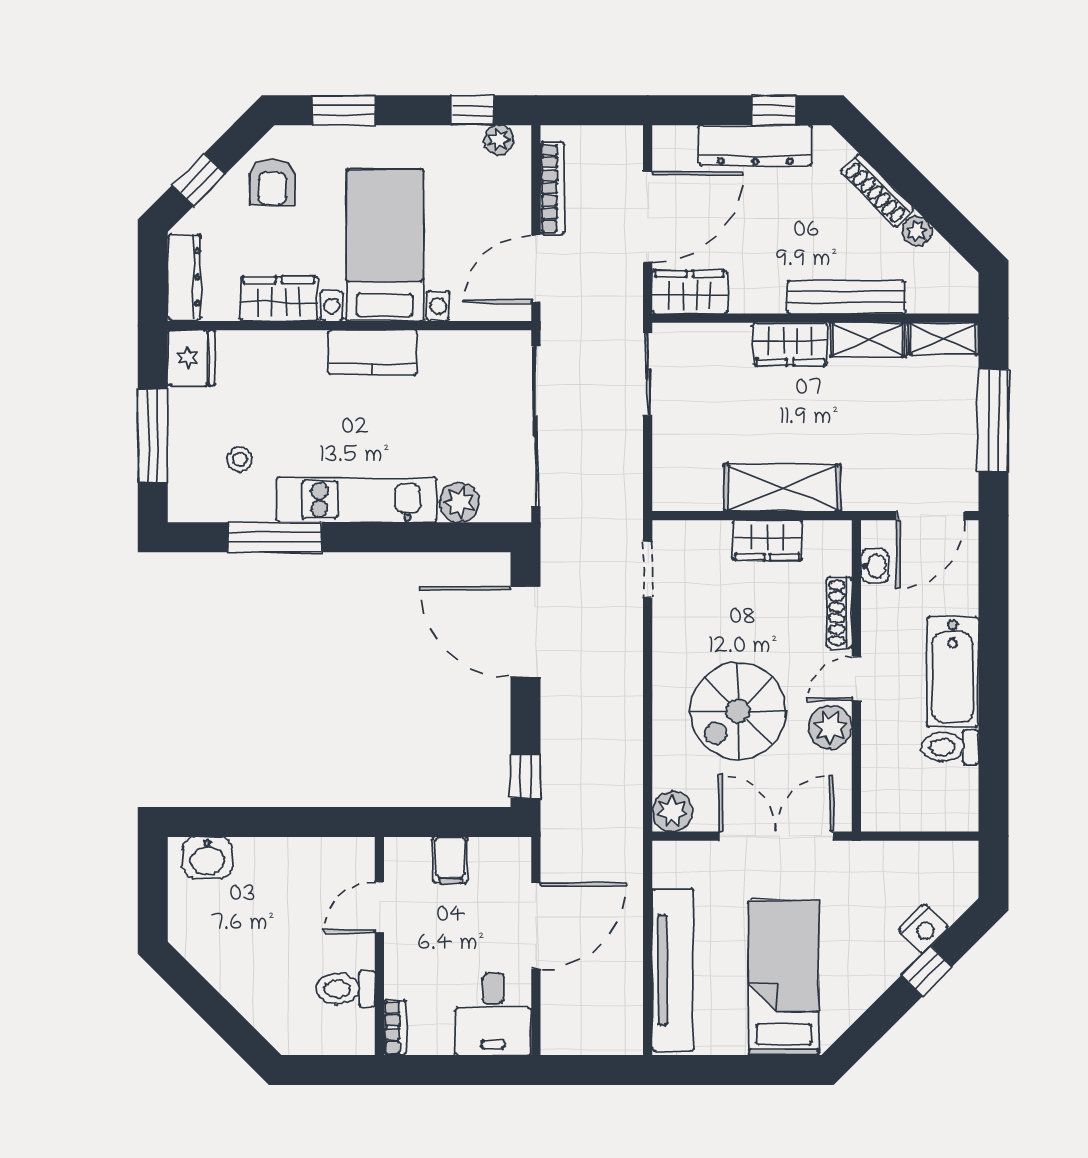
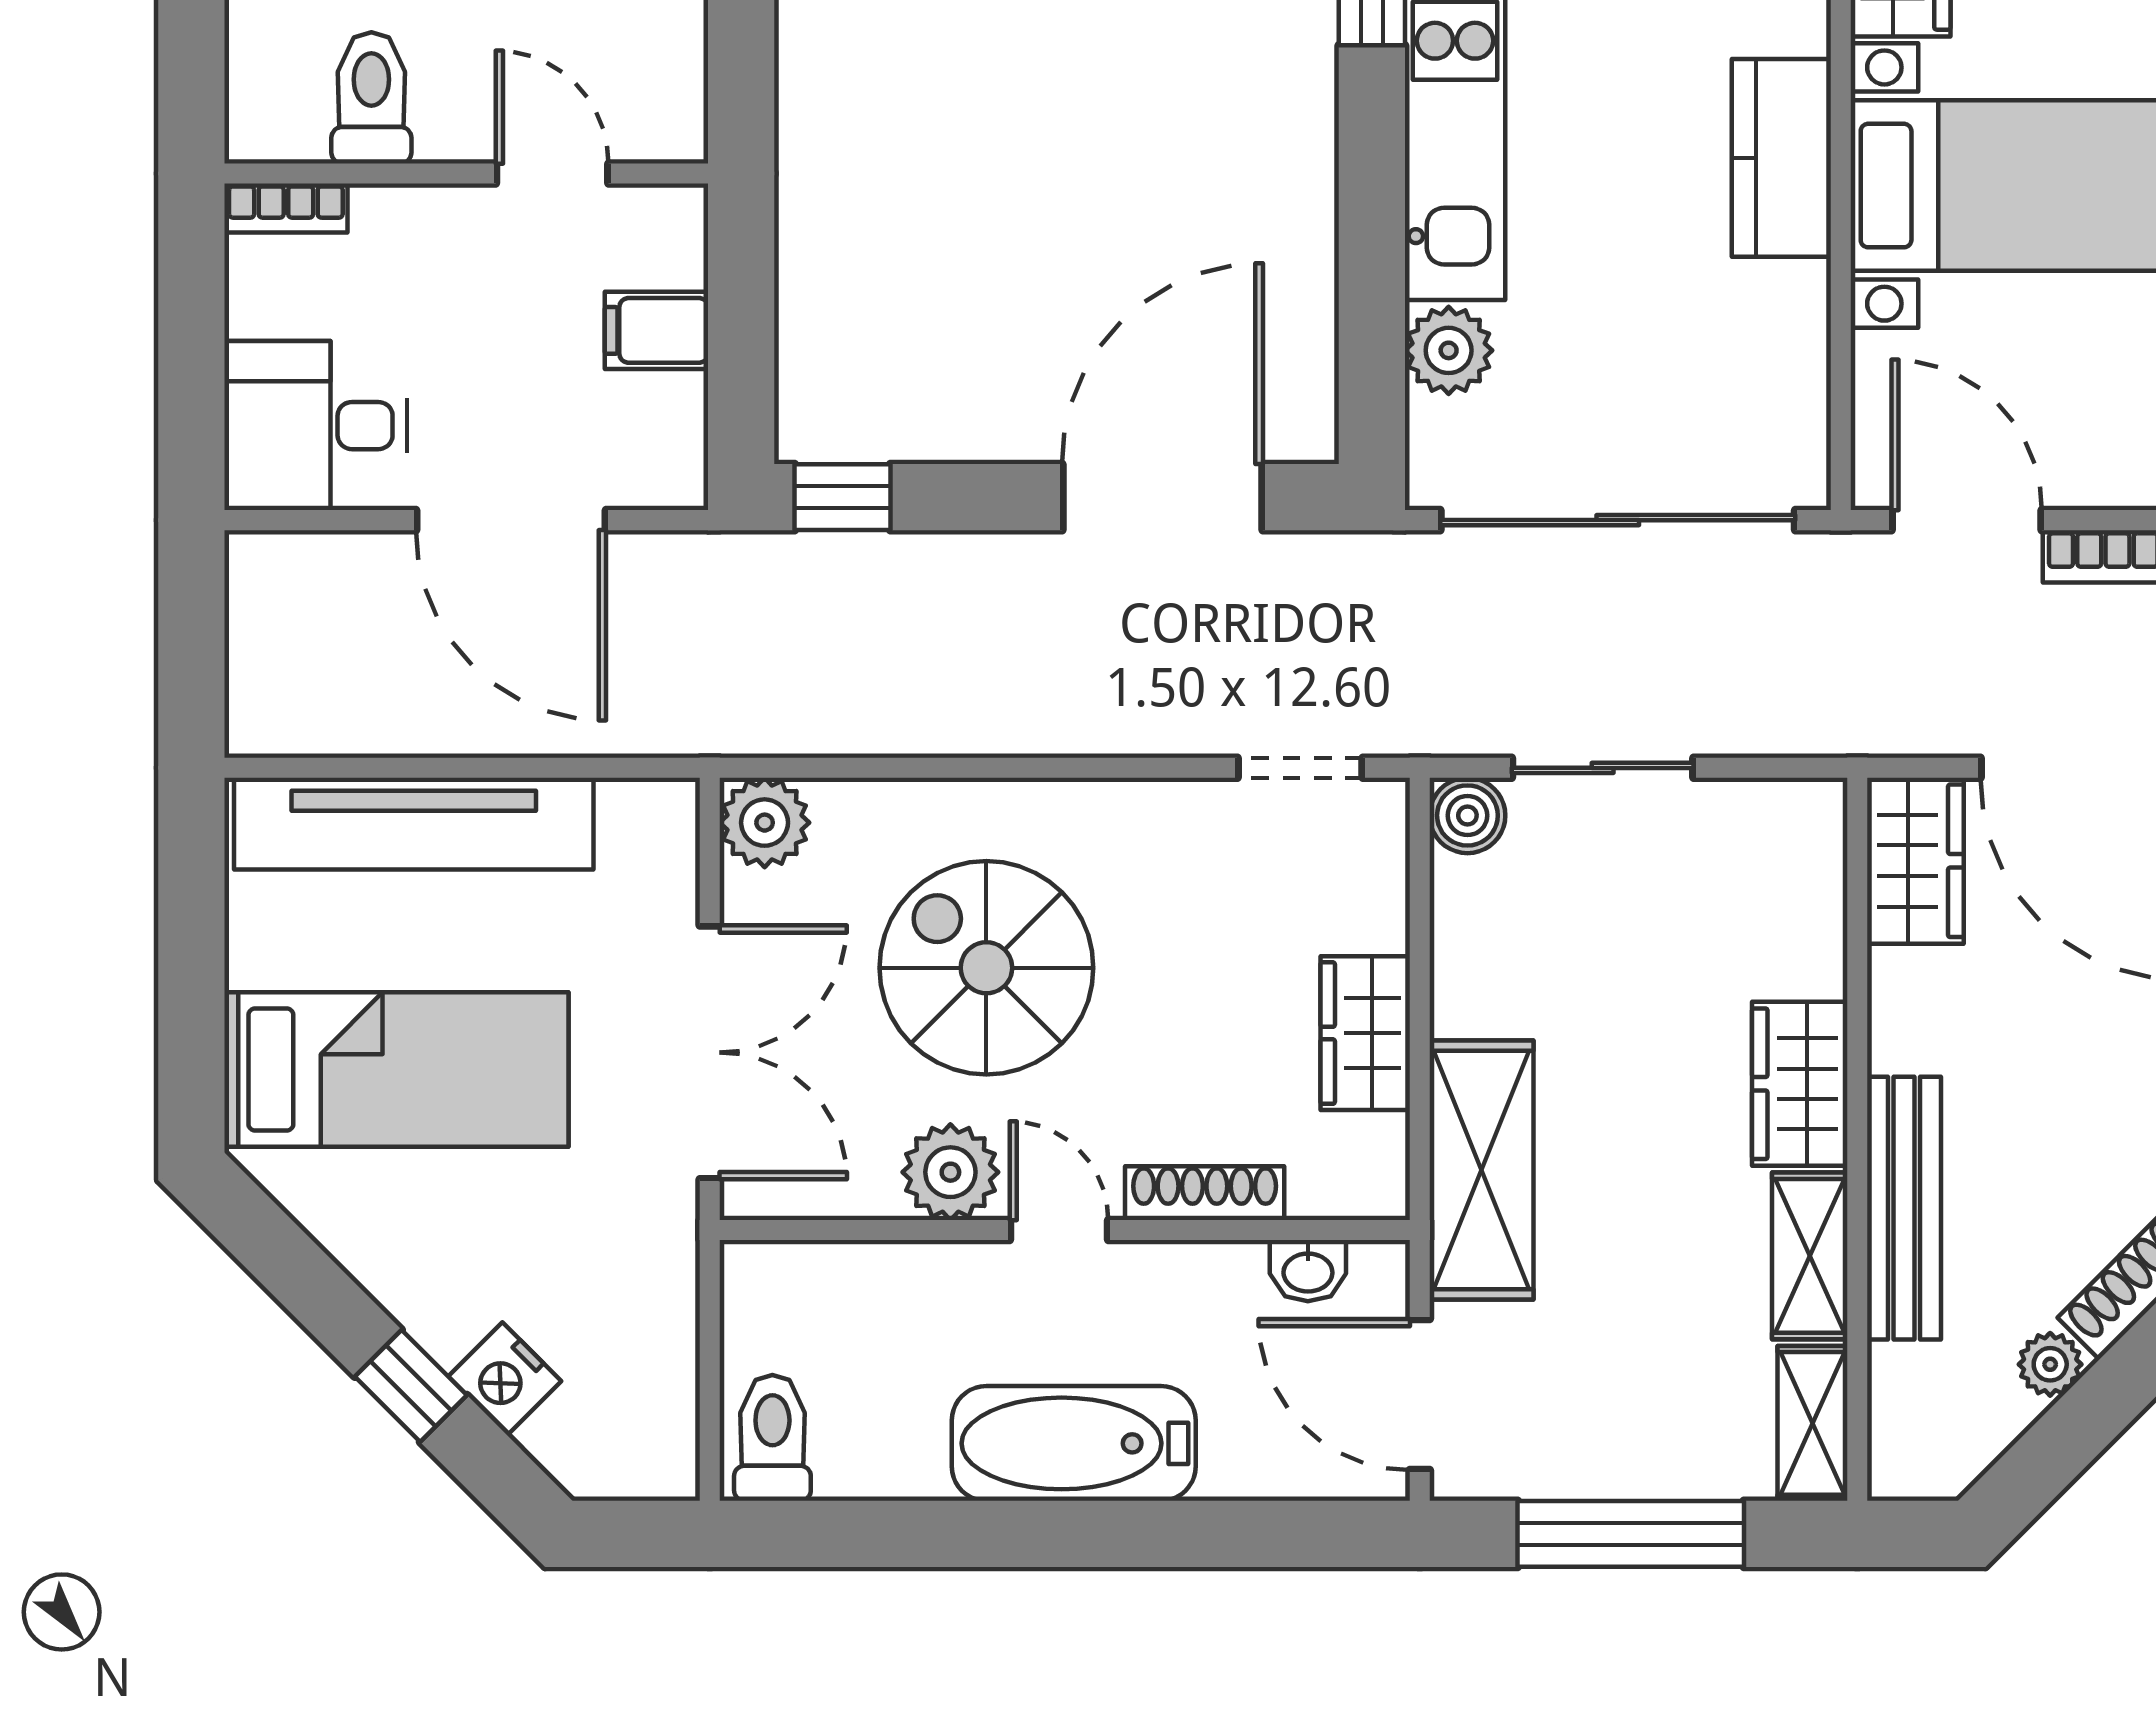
sliding door: (648, 374) -> (1603, 768), moved
shelving: (782, 488) -> (1482, 1170), moved
boiler: (669, 494) -> (1467, 815), added
toilet: (950, 747) -> (772, 1438), moved

